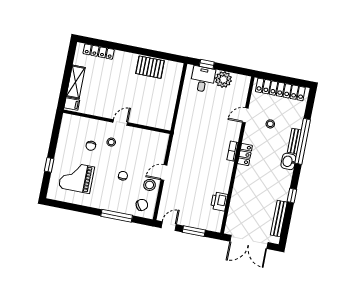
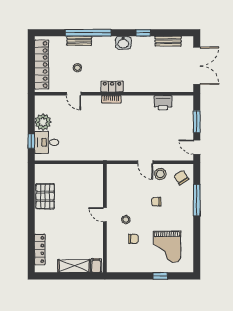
bench: (294, 141) -> (79, 41), moved
washbasin: (288, 161) -> (123, 43), moved
bench: (279, 219) -> (168, 41), width x0.73

